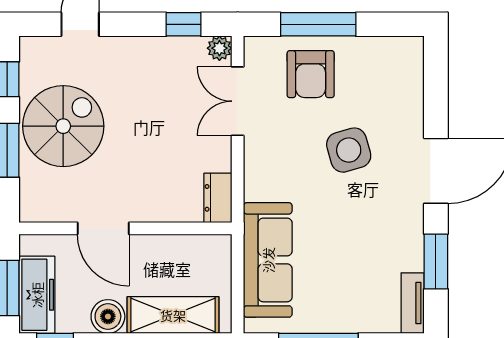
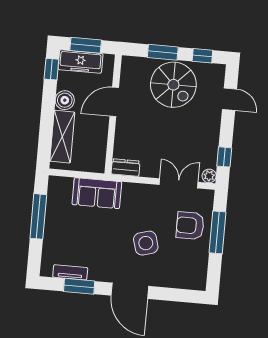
sofa: (268, 260) -> (97, 193), width x0.73
tv unit: (413, 303) -> (70, 272), moved

